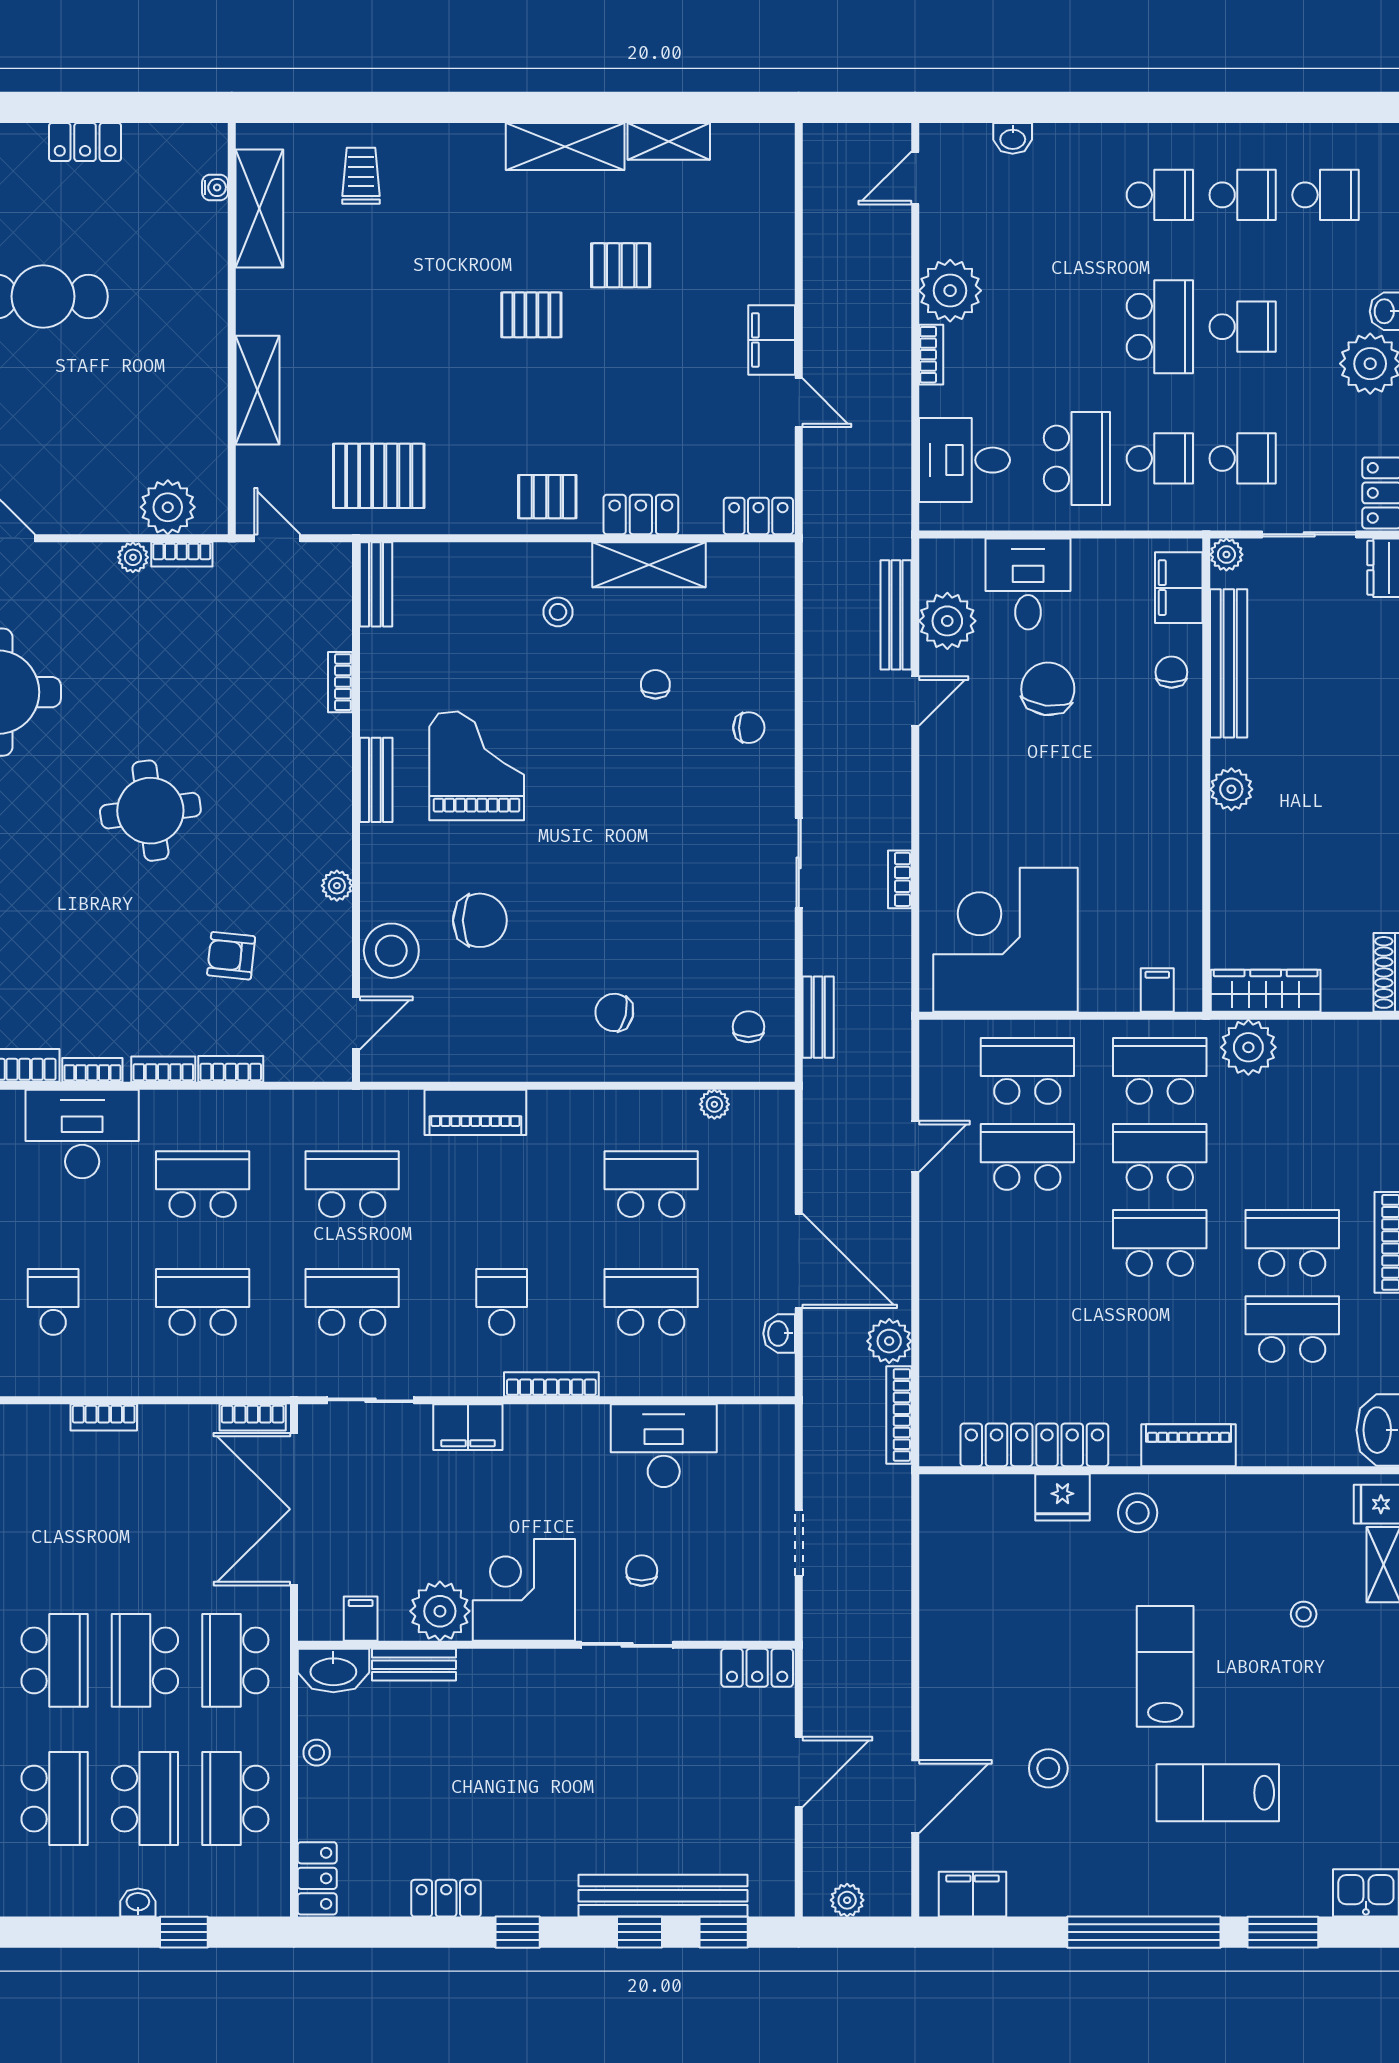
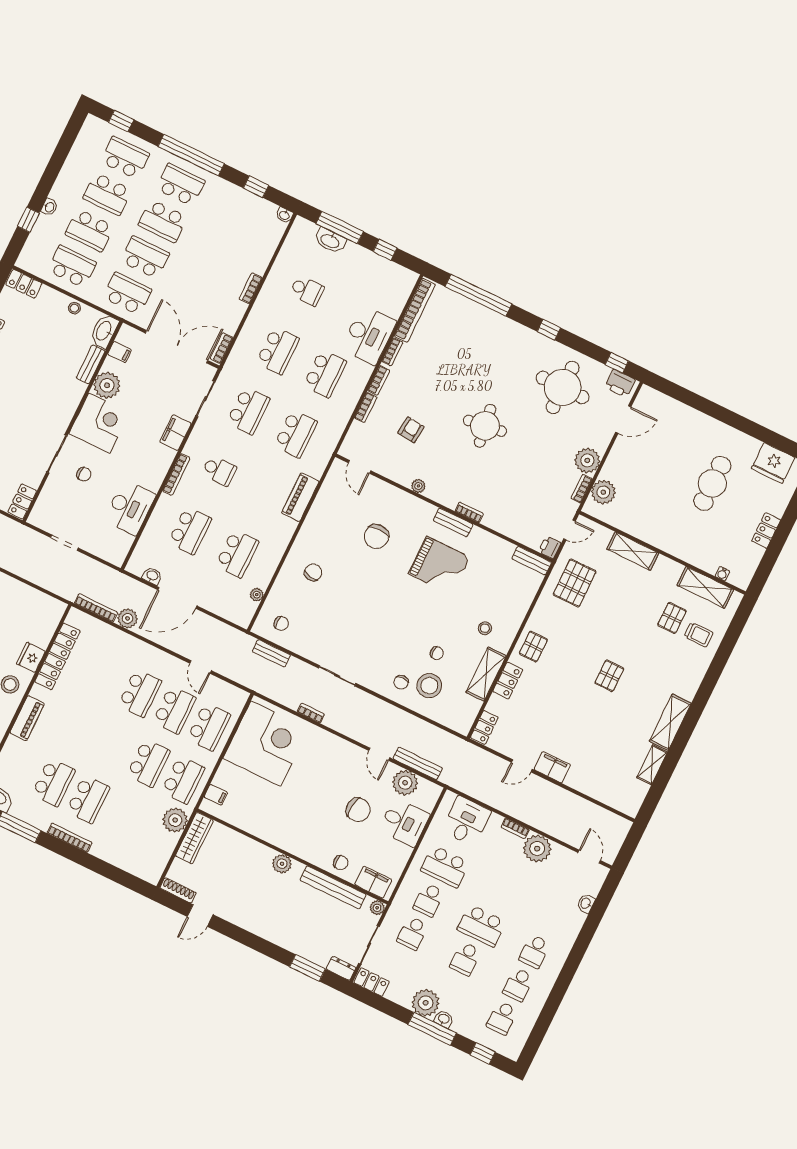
pallet: (621, 265) -> (672, 618), moved
plant: (133, 557) -> (587, 460), width x1.88, depth x1.88
printer: (331, 561) -> (550, 547), added
bookcase: (340, 682) -> (469, 512), moved
stool: (391, 951) -> (429, 686), moved
school desk: (1160, 1243) -> (140, 693), moved

